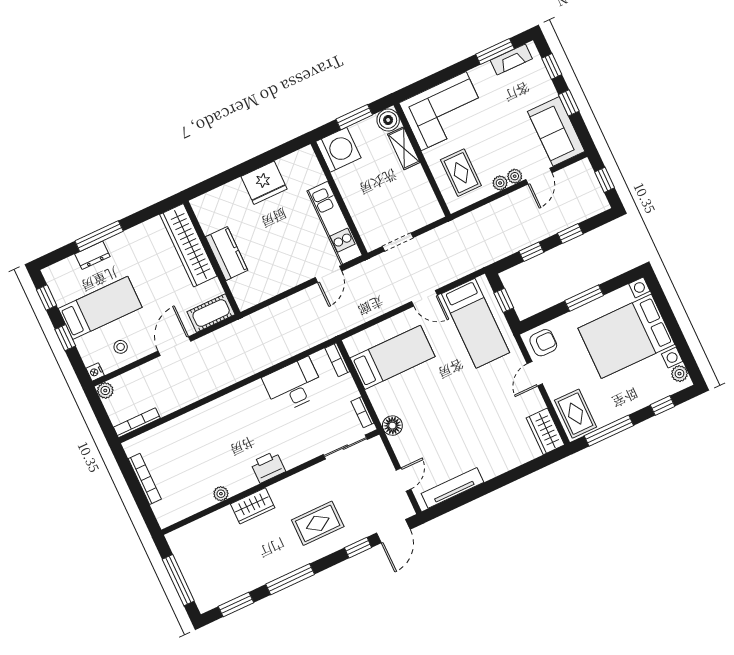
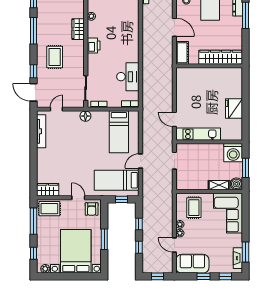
rug: (461, 173) -> (194, 208), turned 90
kitchen counter: (227, 254) -> (208, 74), removed
door: (404, 480) -> (56, 109), swing flipped

